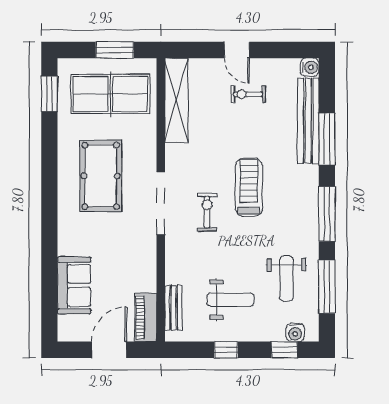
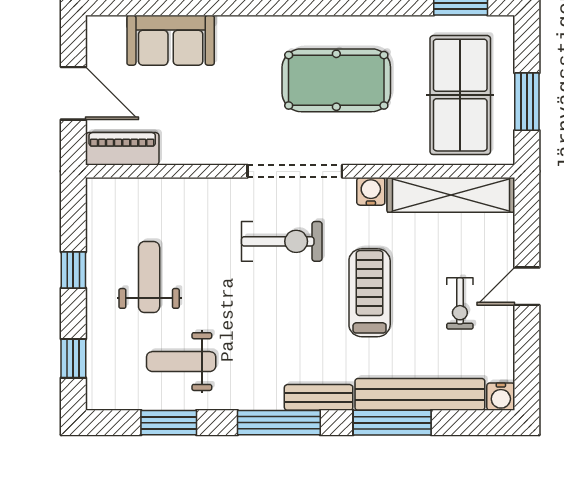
exercise bike: (248, 94) -> (460, 303), turned 180
treadmill: (249, 187) -> (370, 293), moved, turned -90
exercise bike: (207, 212) -> (282, 241), width x1.38, depth x1.39
window: (327, 287) -> (169, 423), width x0.69
weight bench: (231, 300) -> (149, 277), turned 180
bench: (173, 308) -> (319, 397), moved
water cooler: (295, 332) -> (371, 191), moved, turned 90

